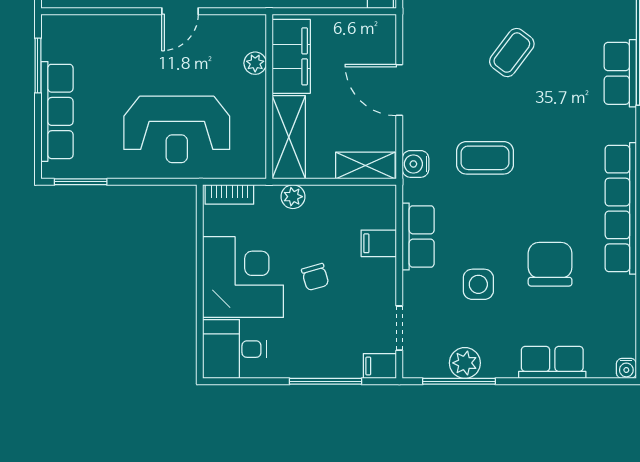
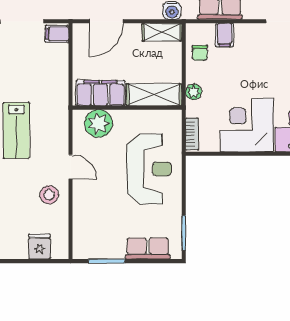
plant: (255, 63) -> (99, 123), width x1.88, depth x1.88
door: (399, 90) -> (106, 21), moved
row of seats: (57, 111) -> (148, 248), width x0.68
shelving: (365, 166) -> (162, 32), moved, turned 90
chair: (315, 277) -> (200, 53), moved, turned 106

